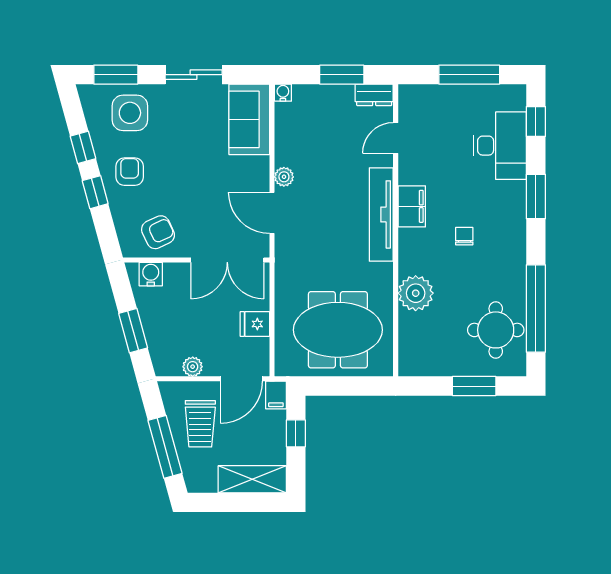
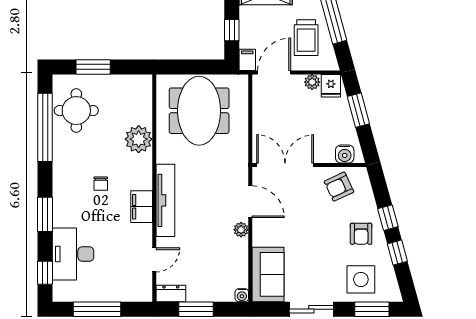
fridge: (255, 324) -> (331, 86), moved, turned 90
meeting table: (338, 330) -> (199, 111), turned 90
trolley: (200, 424) -> (306, 38), turned 180

